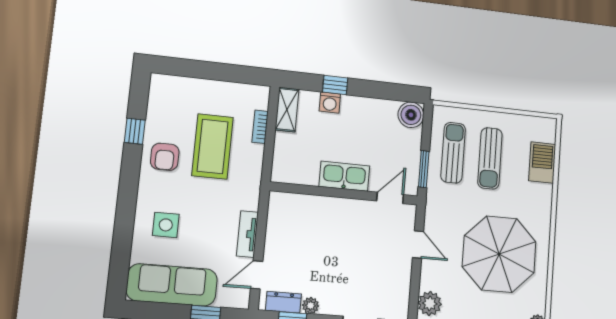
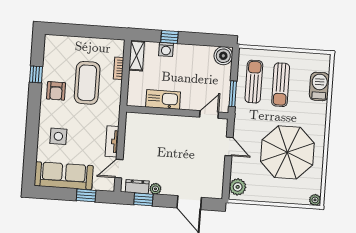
kitchen sink: (344, 176) -> (163, 99), moved

